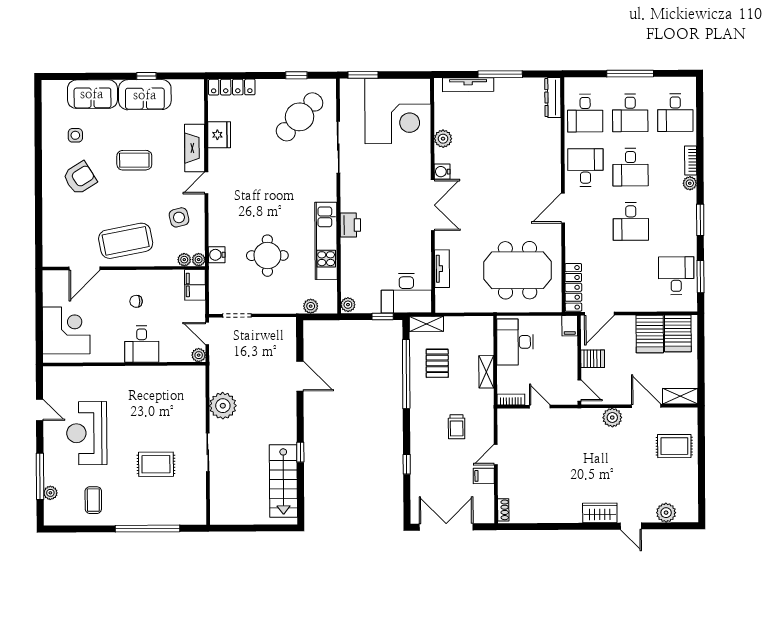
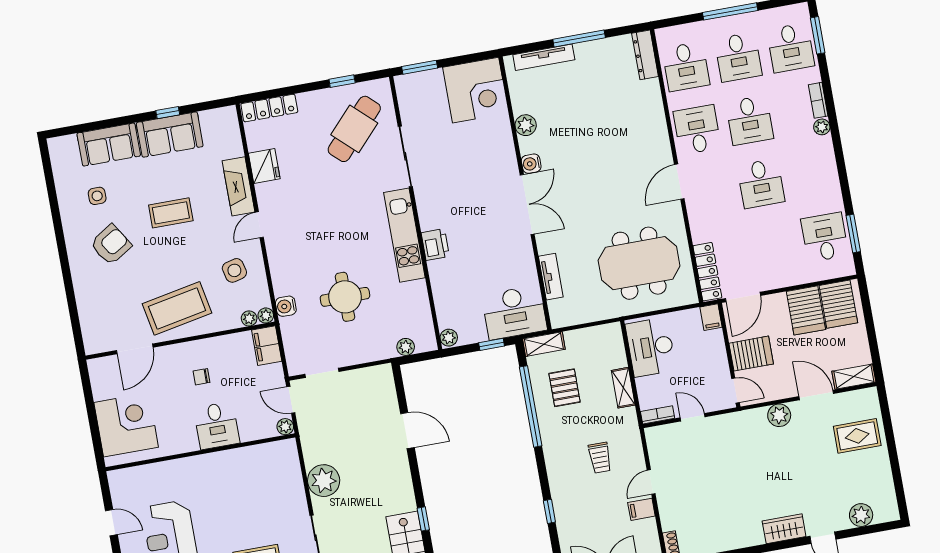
corner desk: (398, 111) -> (476, 90), width x0.74, depth x0.74
window: (700, 220) -> (818, 35), moved
kitchen unit: (326, 241) -> (404, 235), moved
server rack: (593, 359) -> (751, 354), width x1.36, depth x1.44

